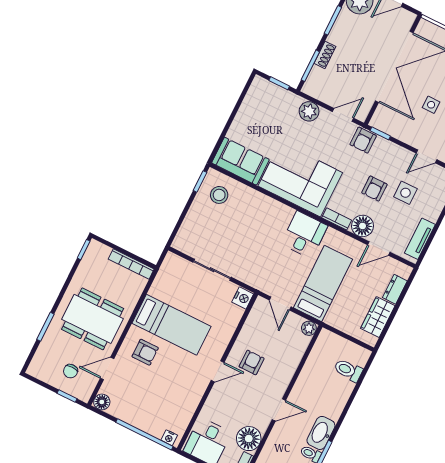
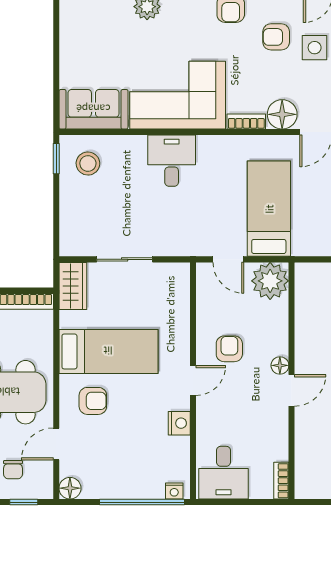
armchair: (374, 189) -> (276, 37), moved, turned 90
desk: (304, 235) -> (172, 161), moved
wardrobe: (169, 270) -> (73, 286), added
nightstand: (243, 298) -> (179, 423), moved
plant: (309, 328) -> (270, 281), width x1.88, depth x1.88
floor lamp: (249, 439) -> (280, 365), moved, width x0.53, depth x0.53

